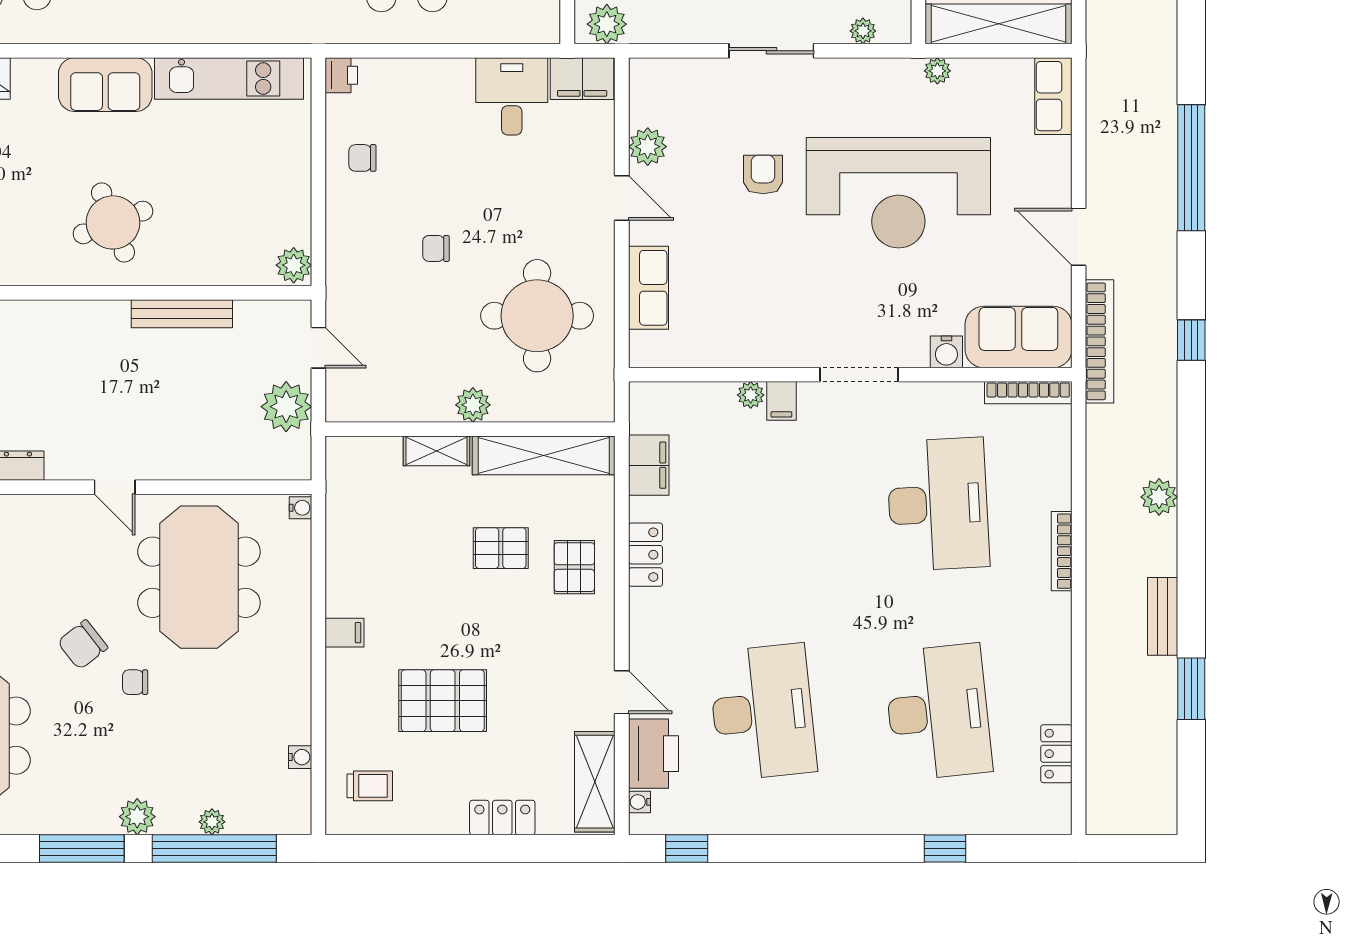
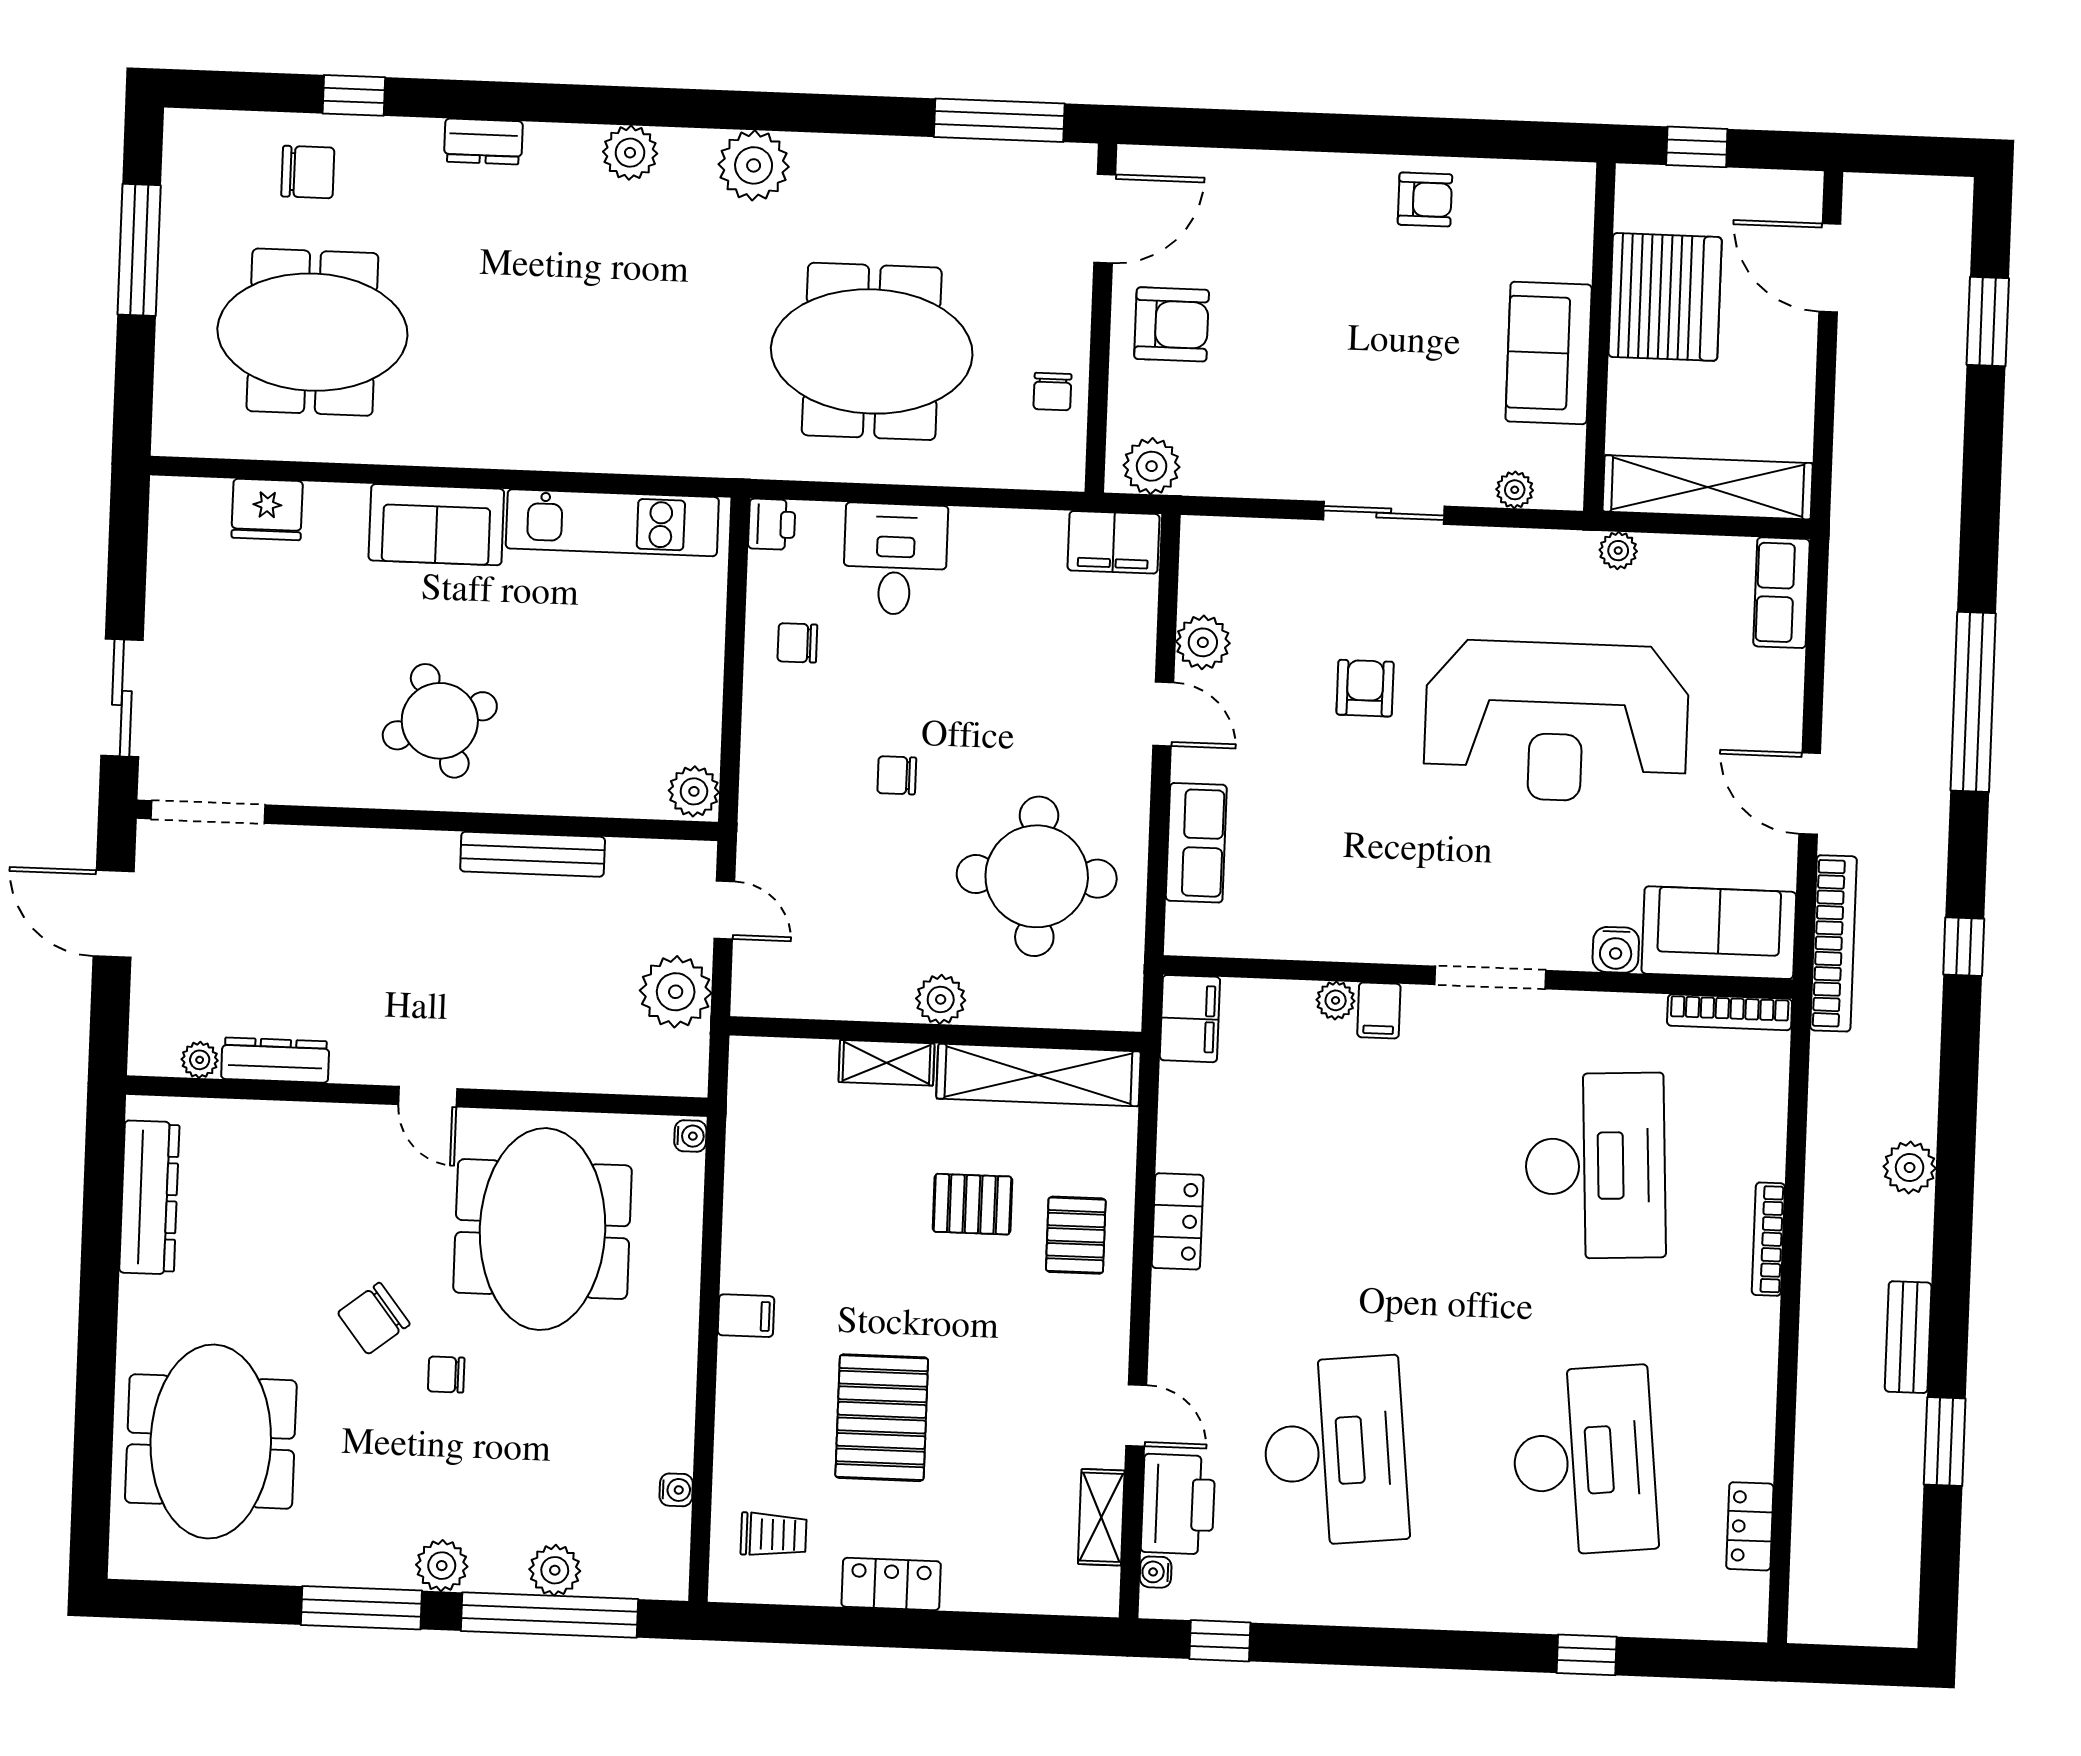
desk: (512, 96) -> (895, 559), moved
filing cabinet: (649, 465) -> (1190, 1019), moved
pallet: (443, 701) -> (882, 1418), turned 90
shelving: (595, 782) -> (1101, 1517), width x0.67, depth x0.75
locker: (502, 818) -> (891, 1584), moved
plant: (212, 822) -> (555, 1570), width x1.38, depth x1.38

